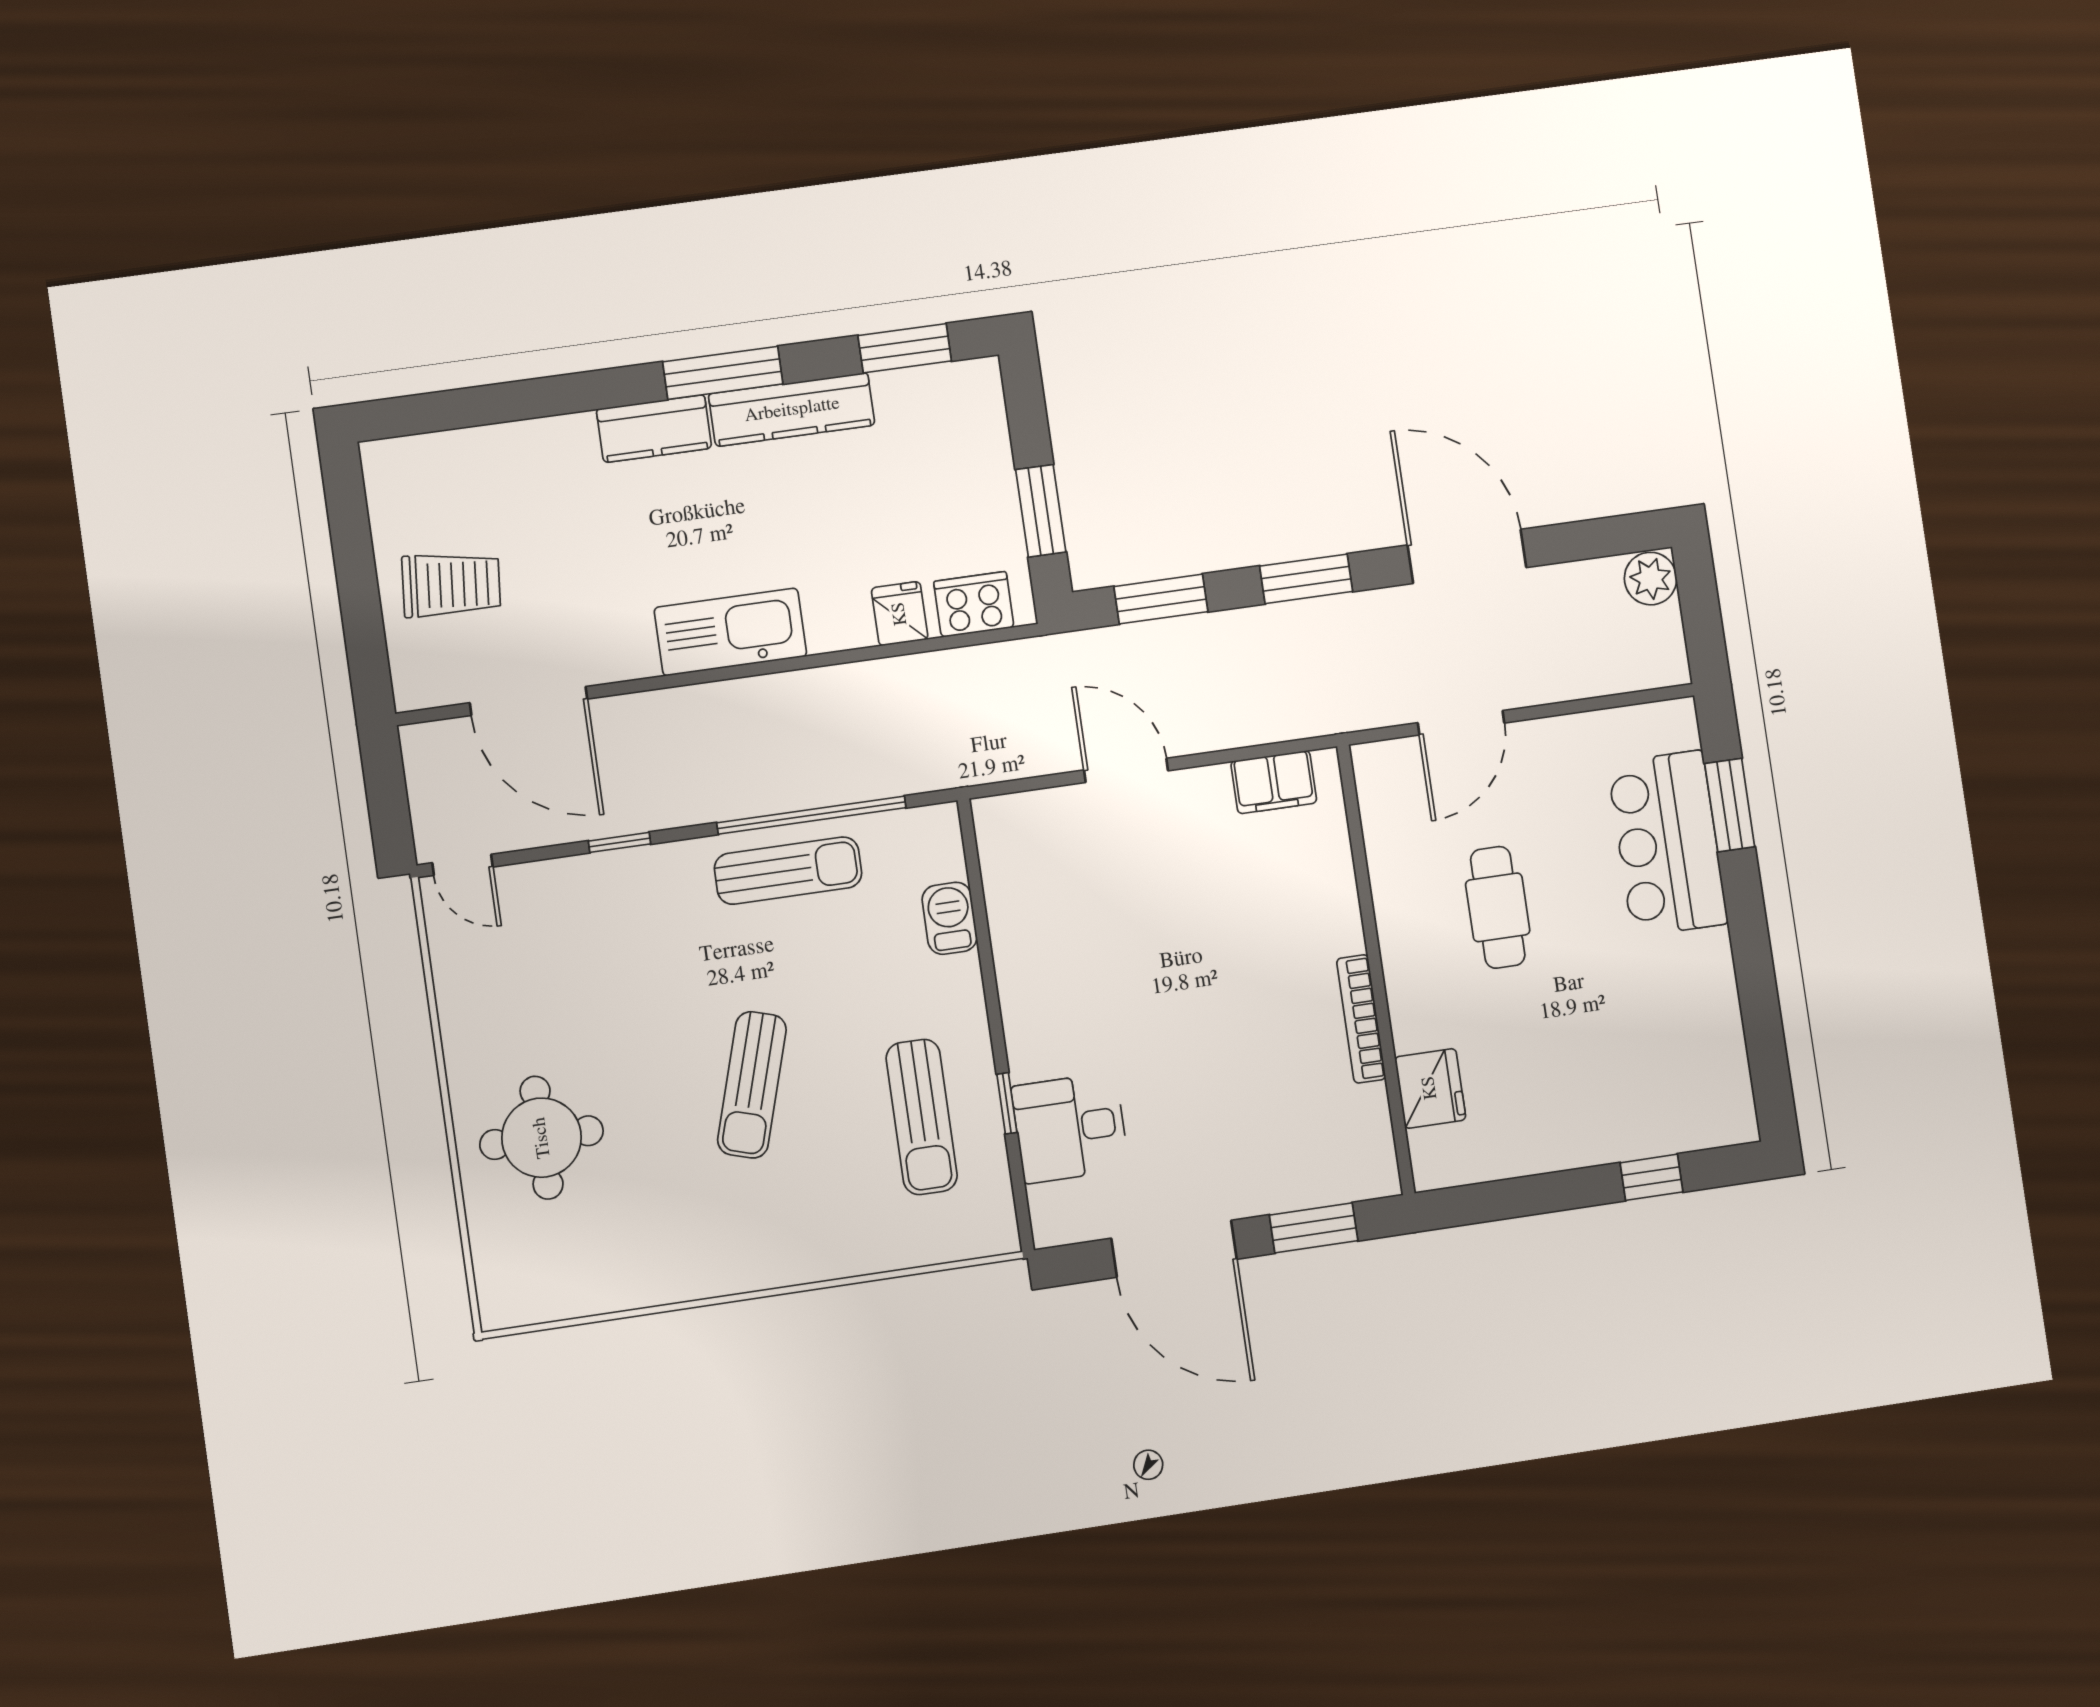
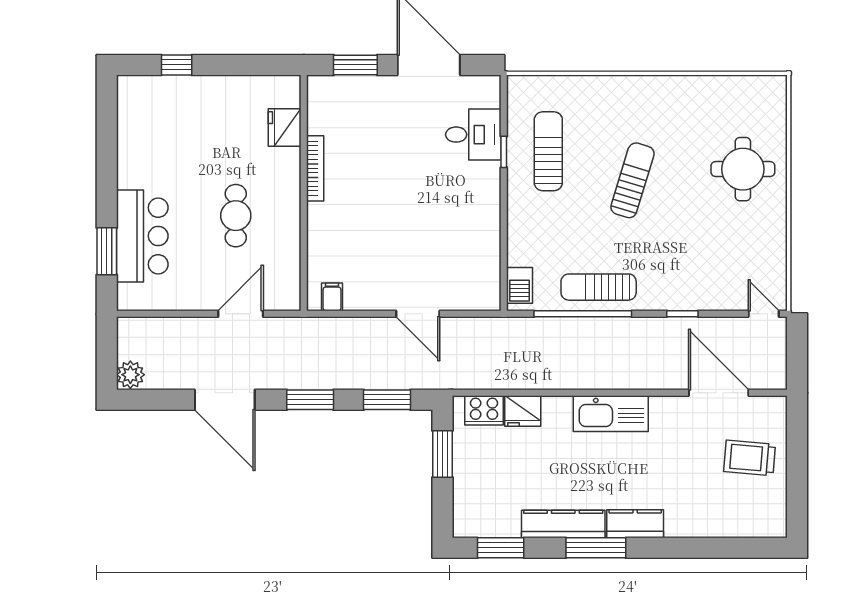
fridge: (900, 614) -> (523, 411), width x1.38
filing cabinet: (1274, 782) -> (332, 297), width x0.50
barbecue: (950, 918) -> (519, 285), moved

